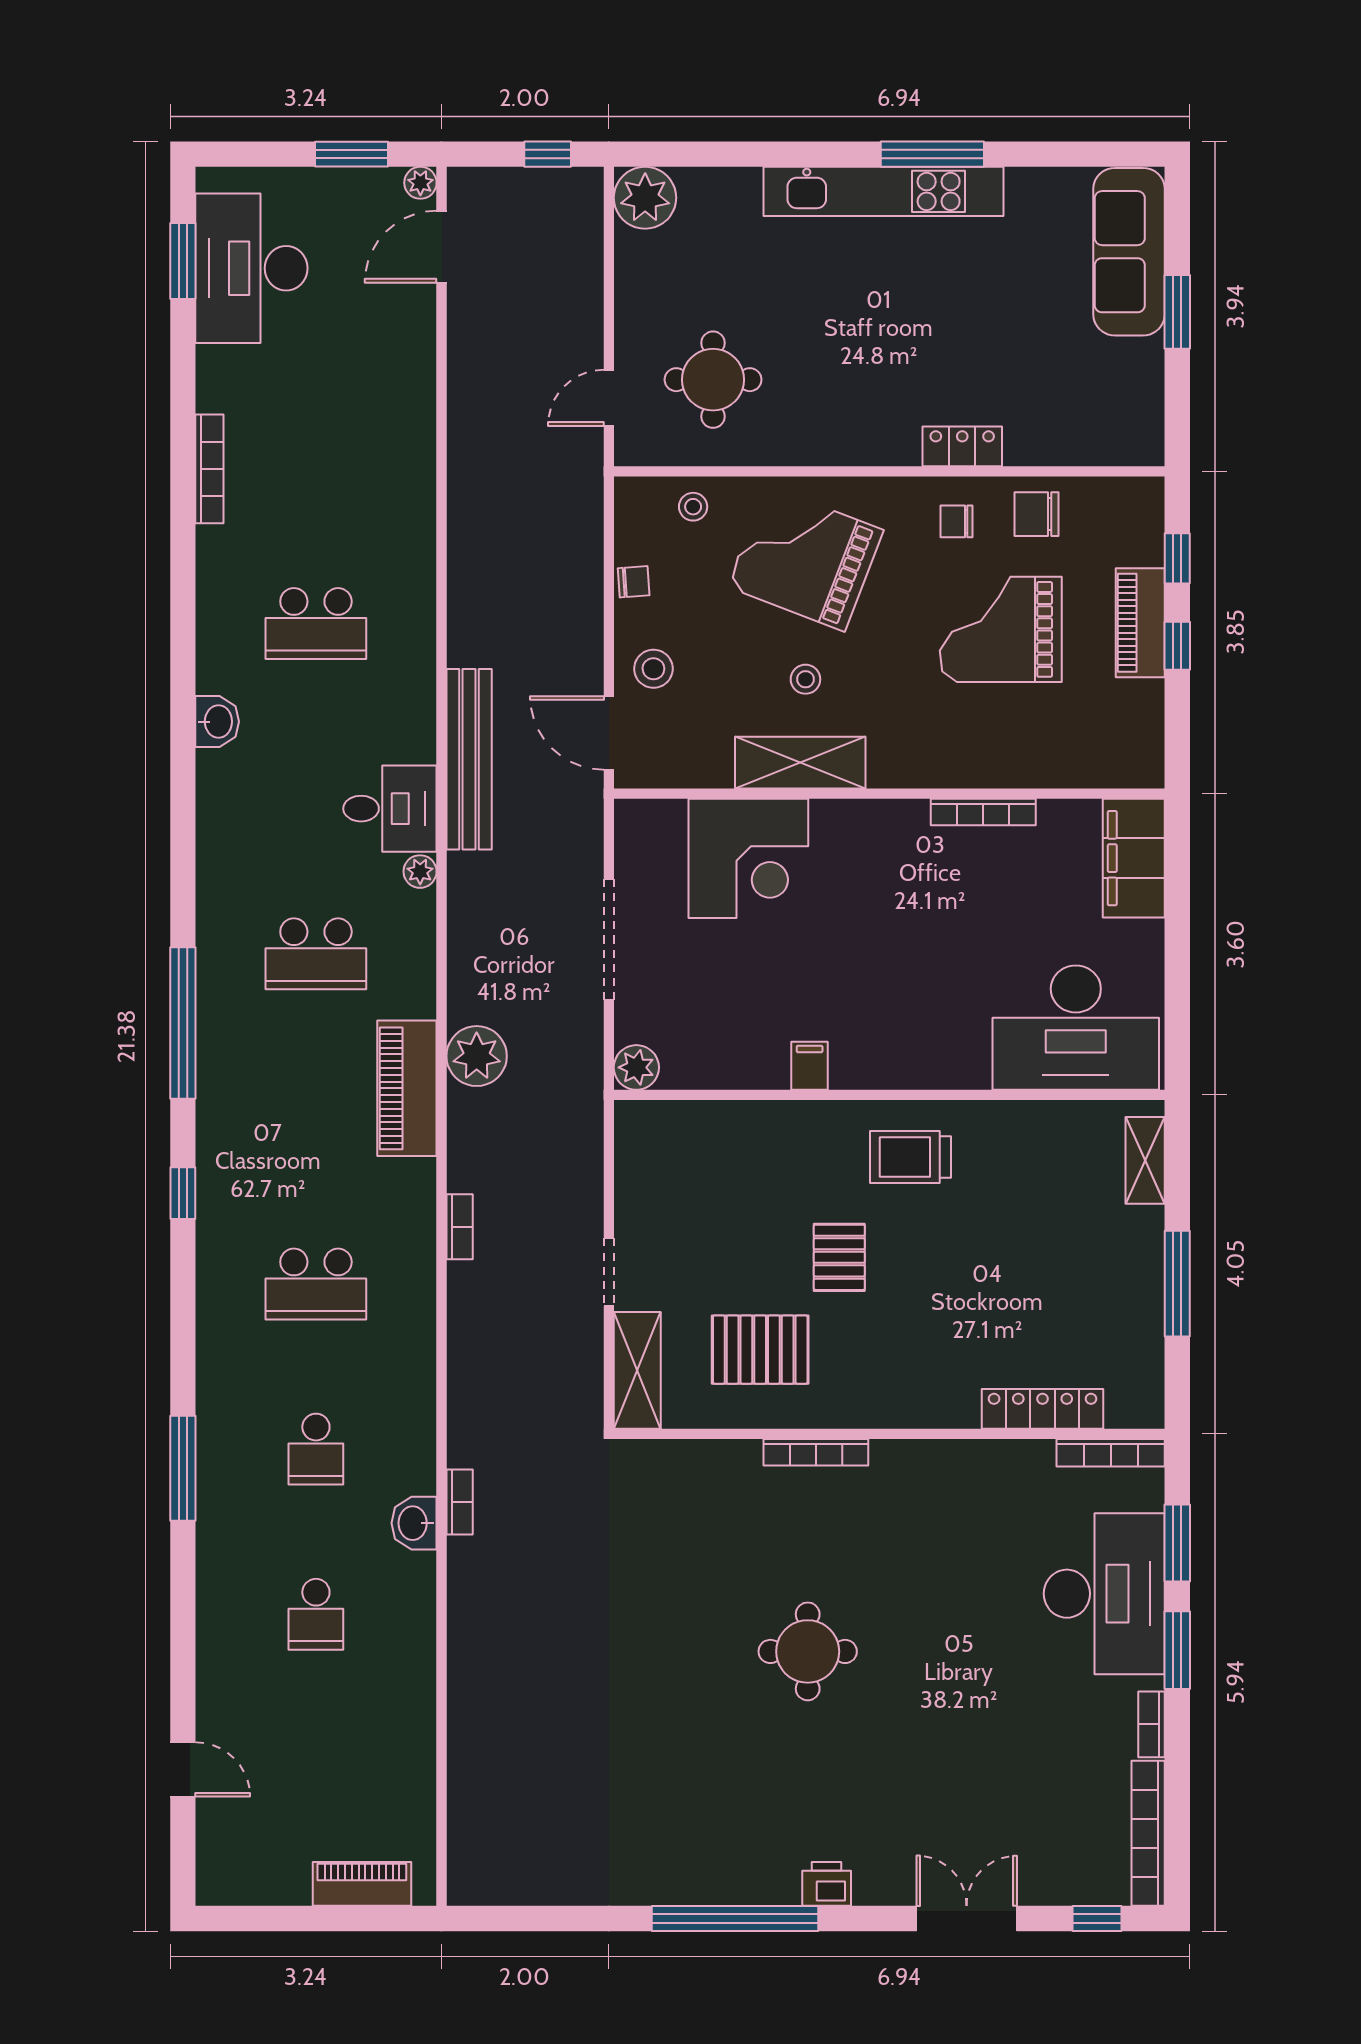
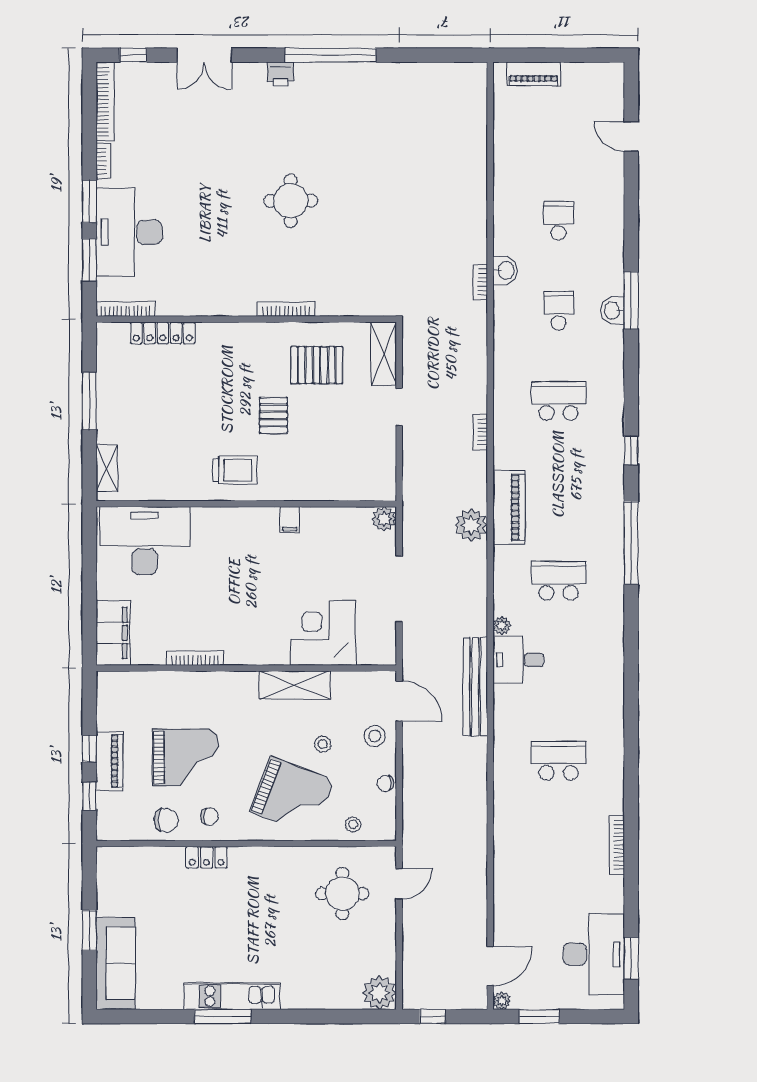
kitchen unit: (883, 191) -> (232, 996), width x0.73
stool: (805, 679) -> (323, 744), moved
washbasin: (217, 722) -> (612, 310), moved

